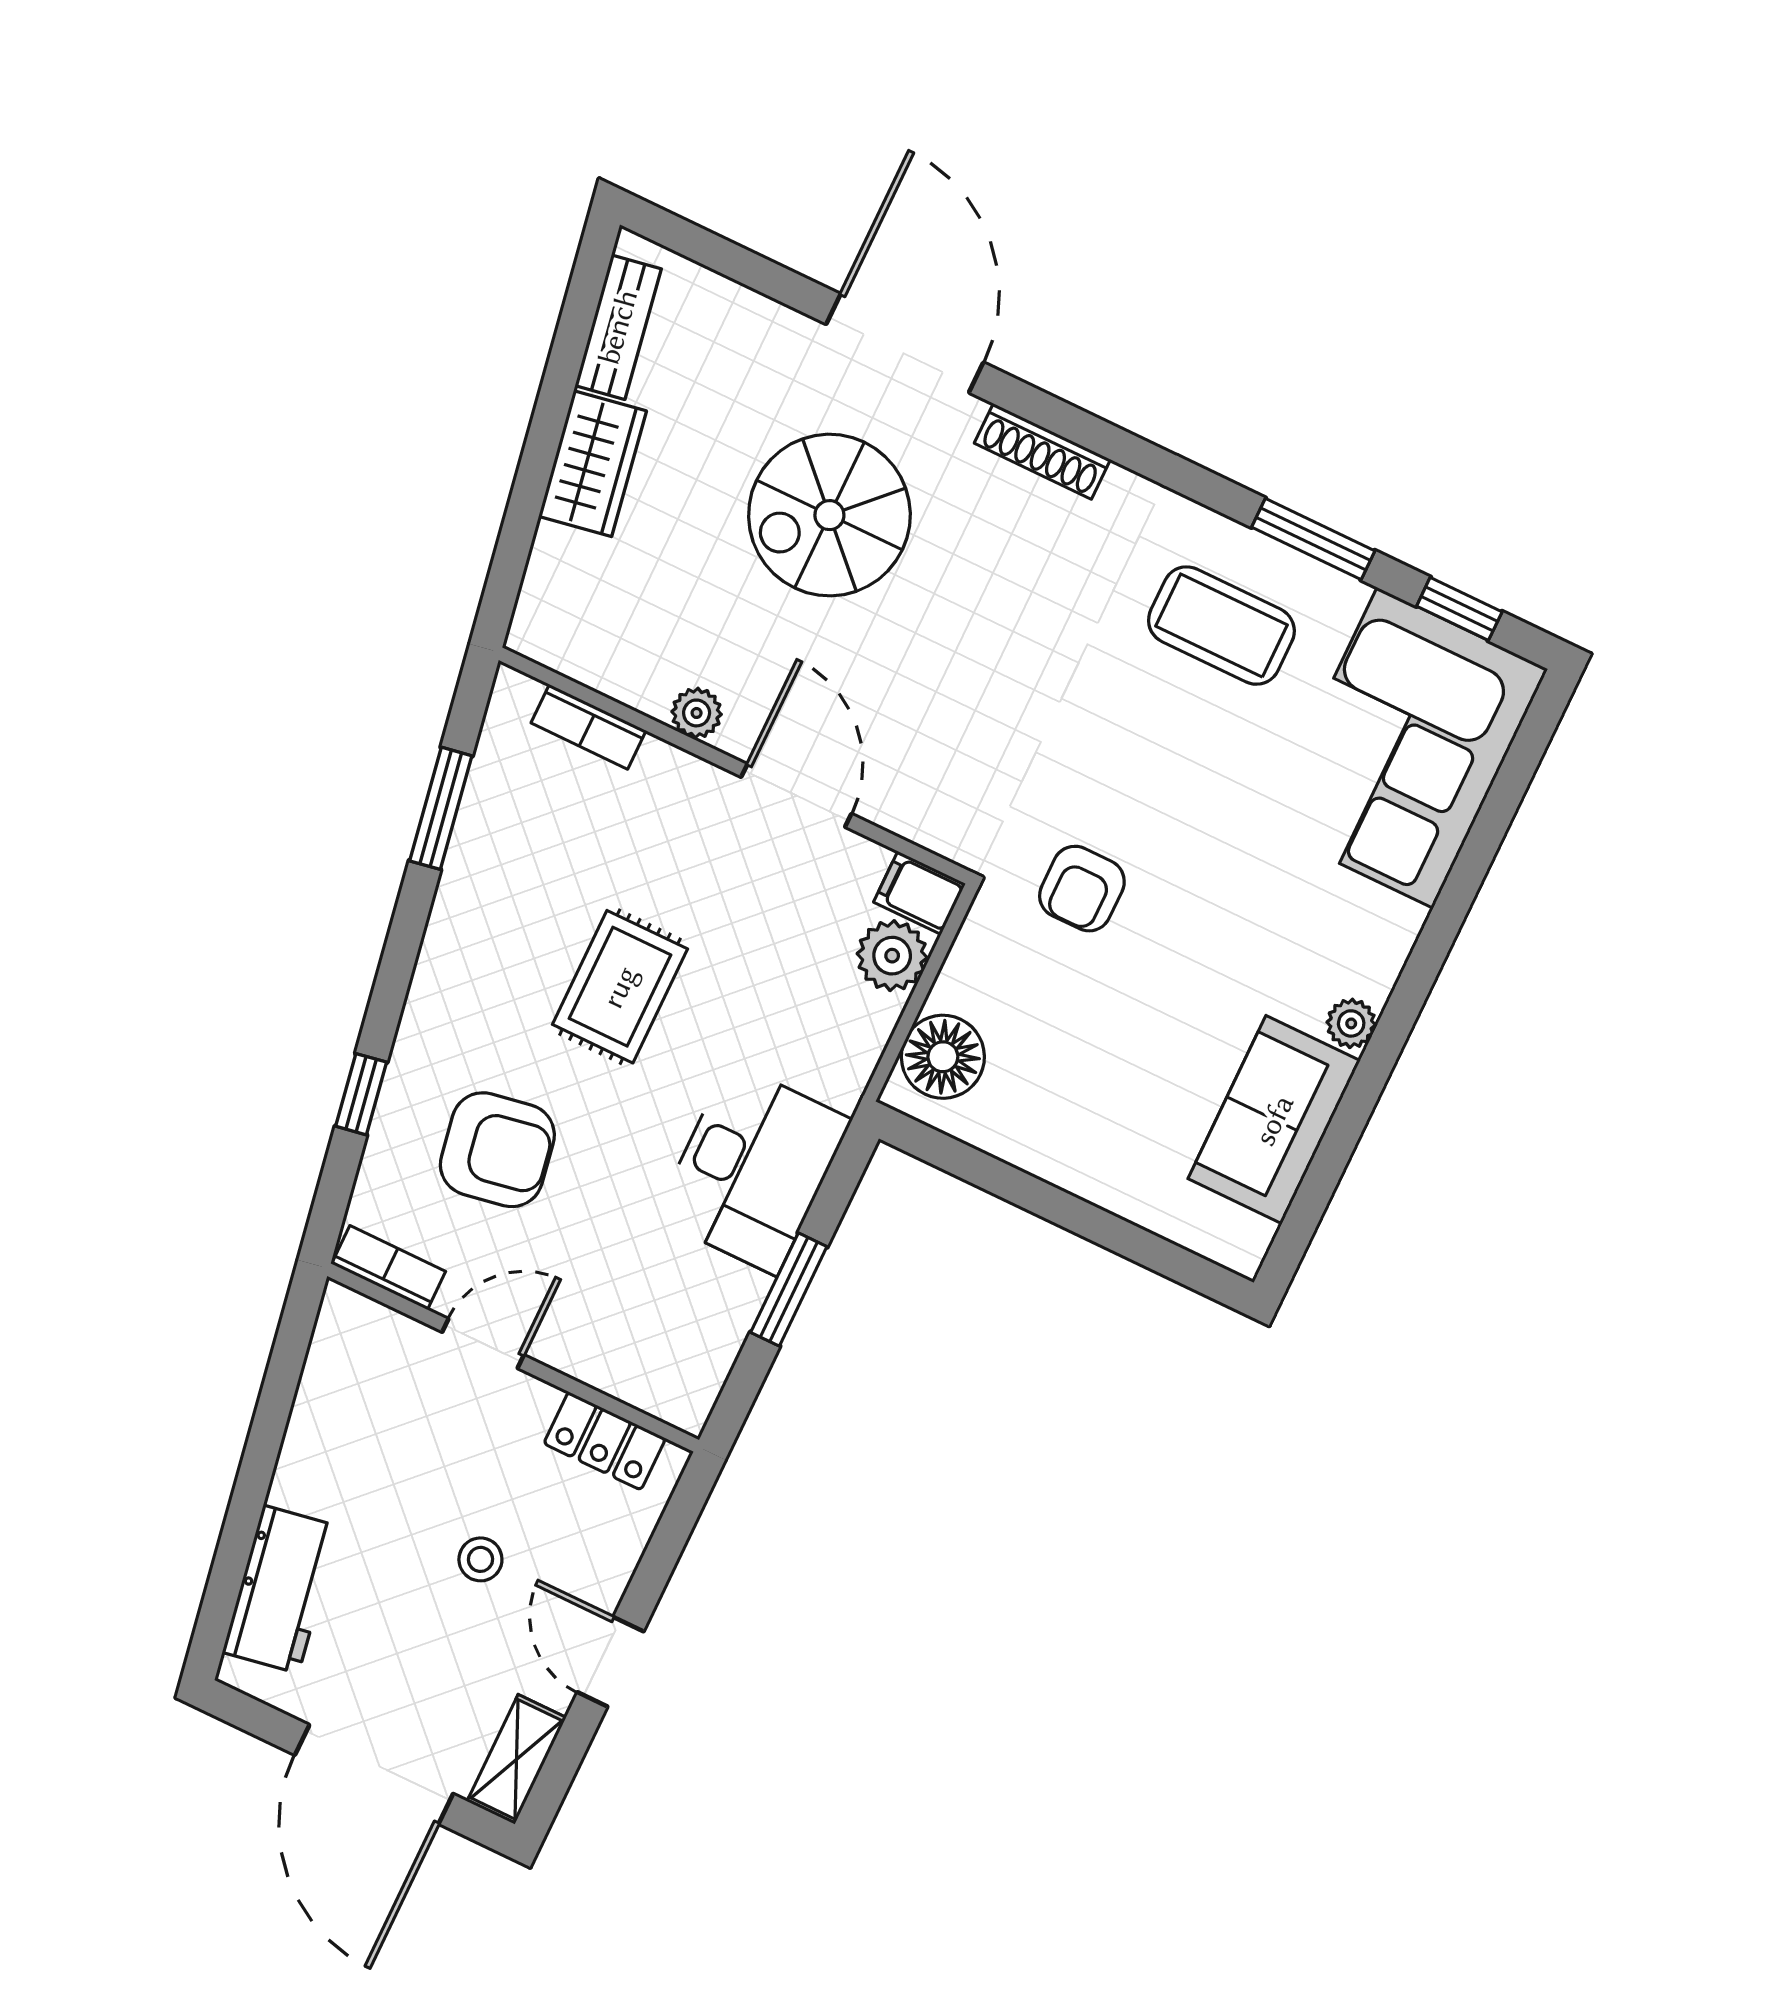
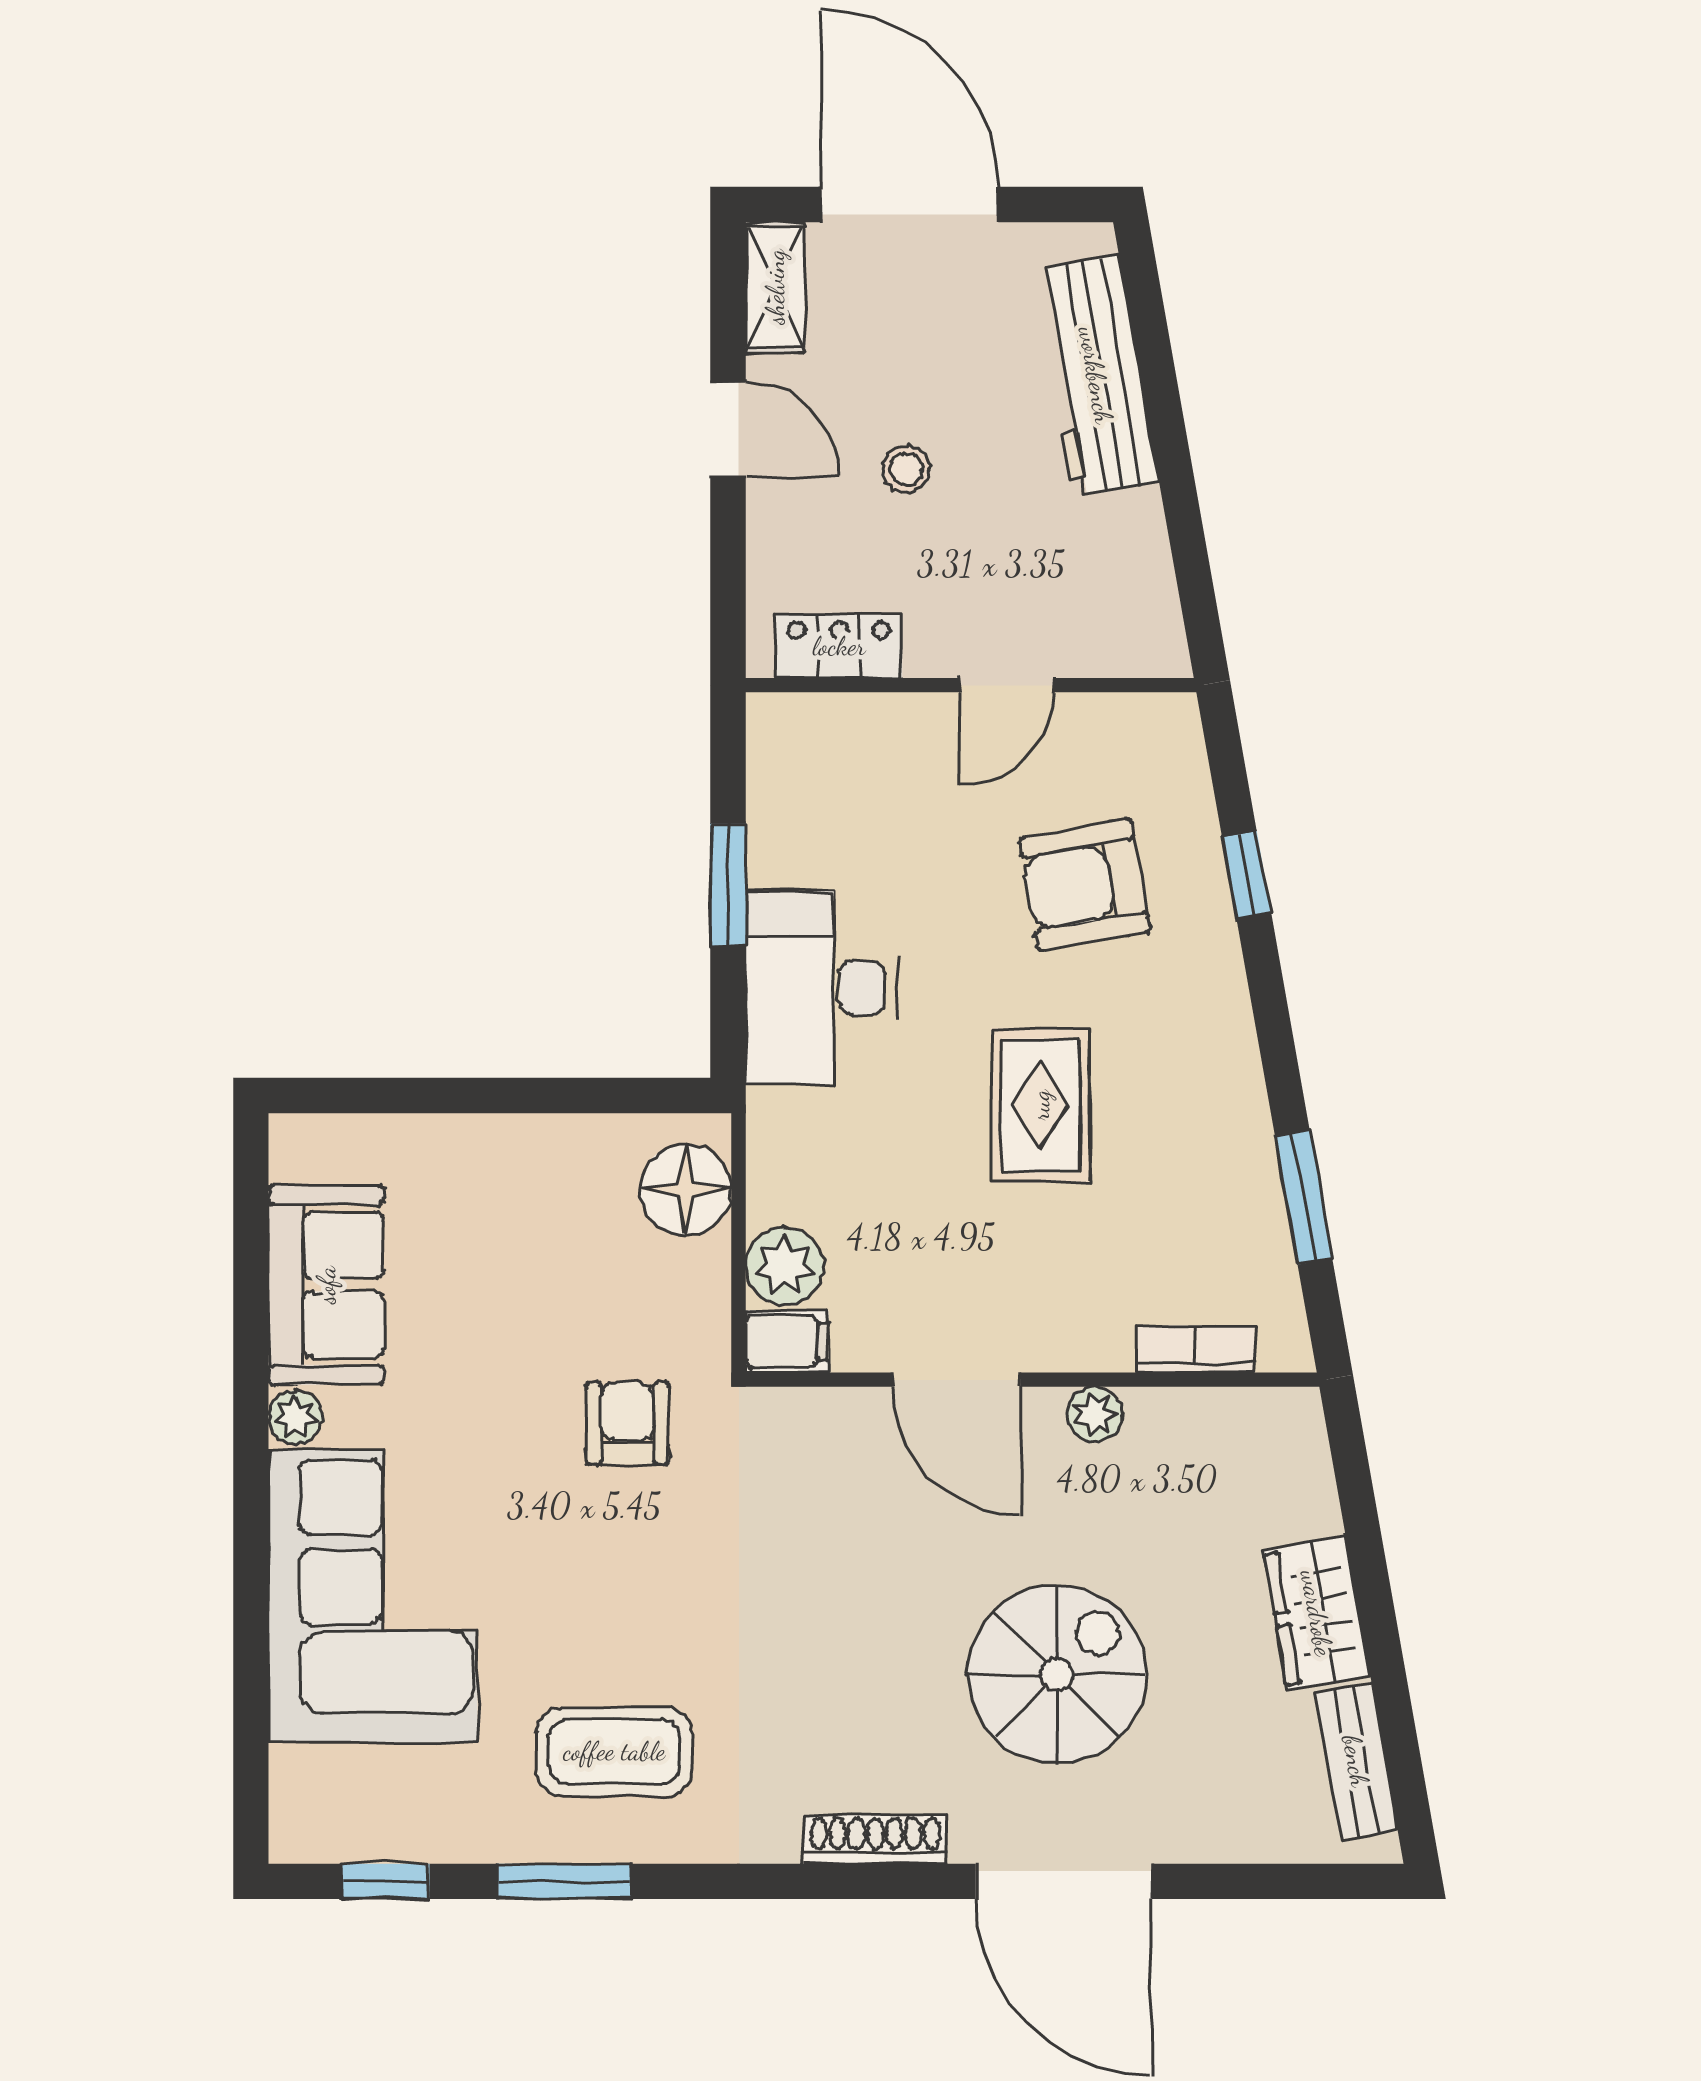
corner sofa: (1405, 748) -> (373, 1596), moved
bookcase: (389, 1268) -> (1137, 716), removed
workbench: (281, 1589) -> (1096, 375), width x1.38

